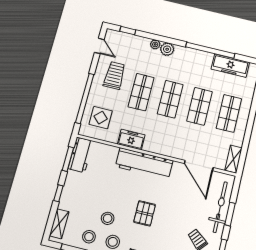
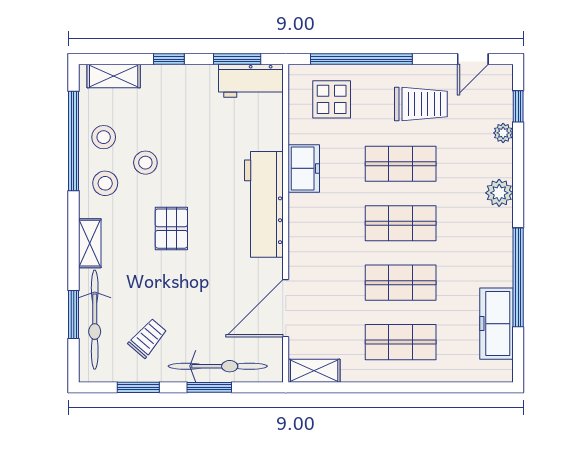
plant: (155, 44) -> (503, 133), moved
pallet: (145, 213) -> (171, 229), turned 90

